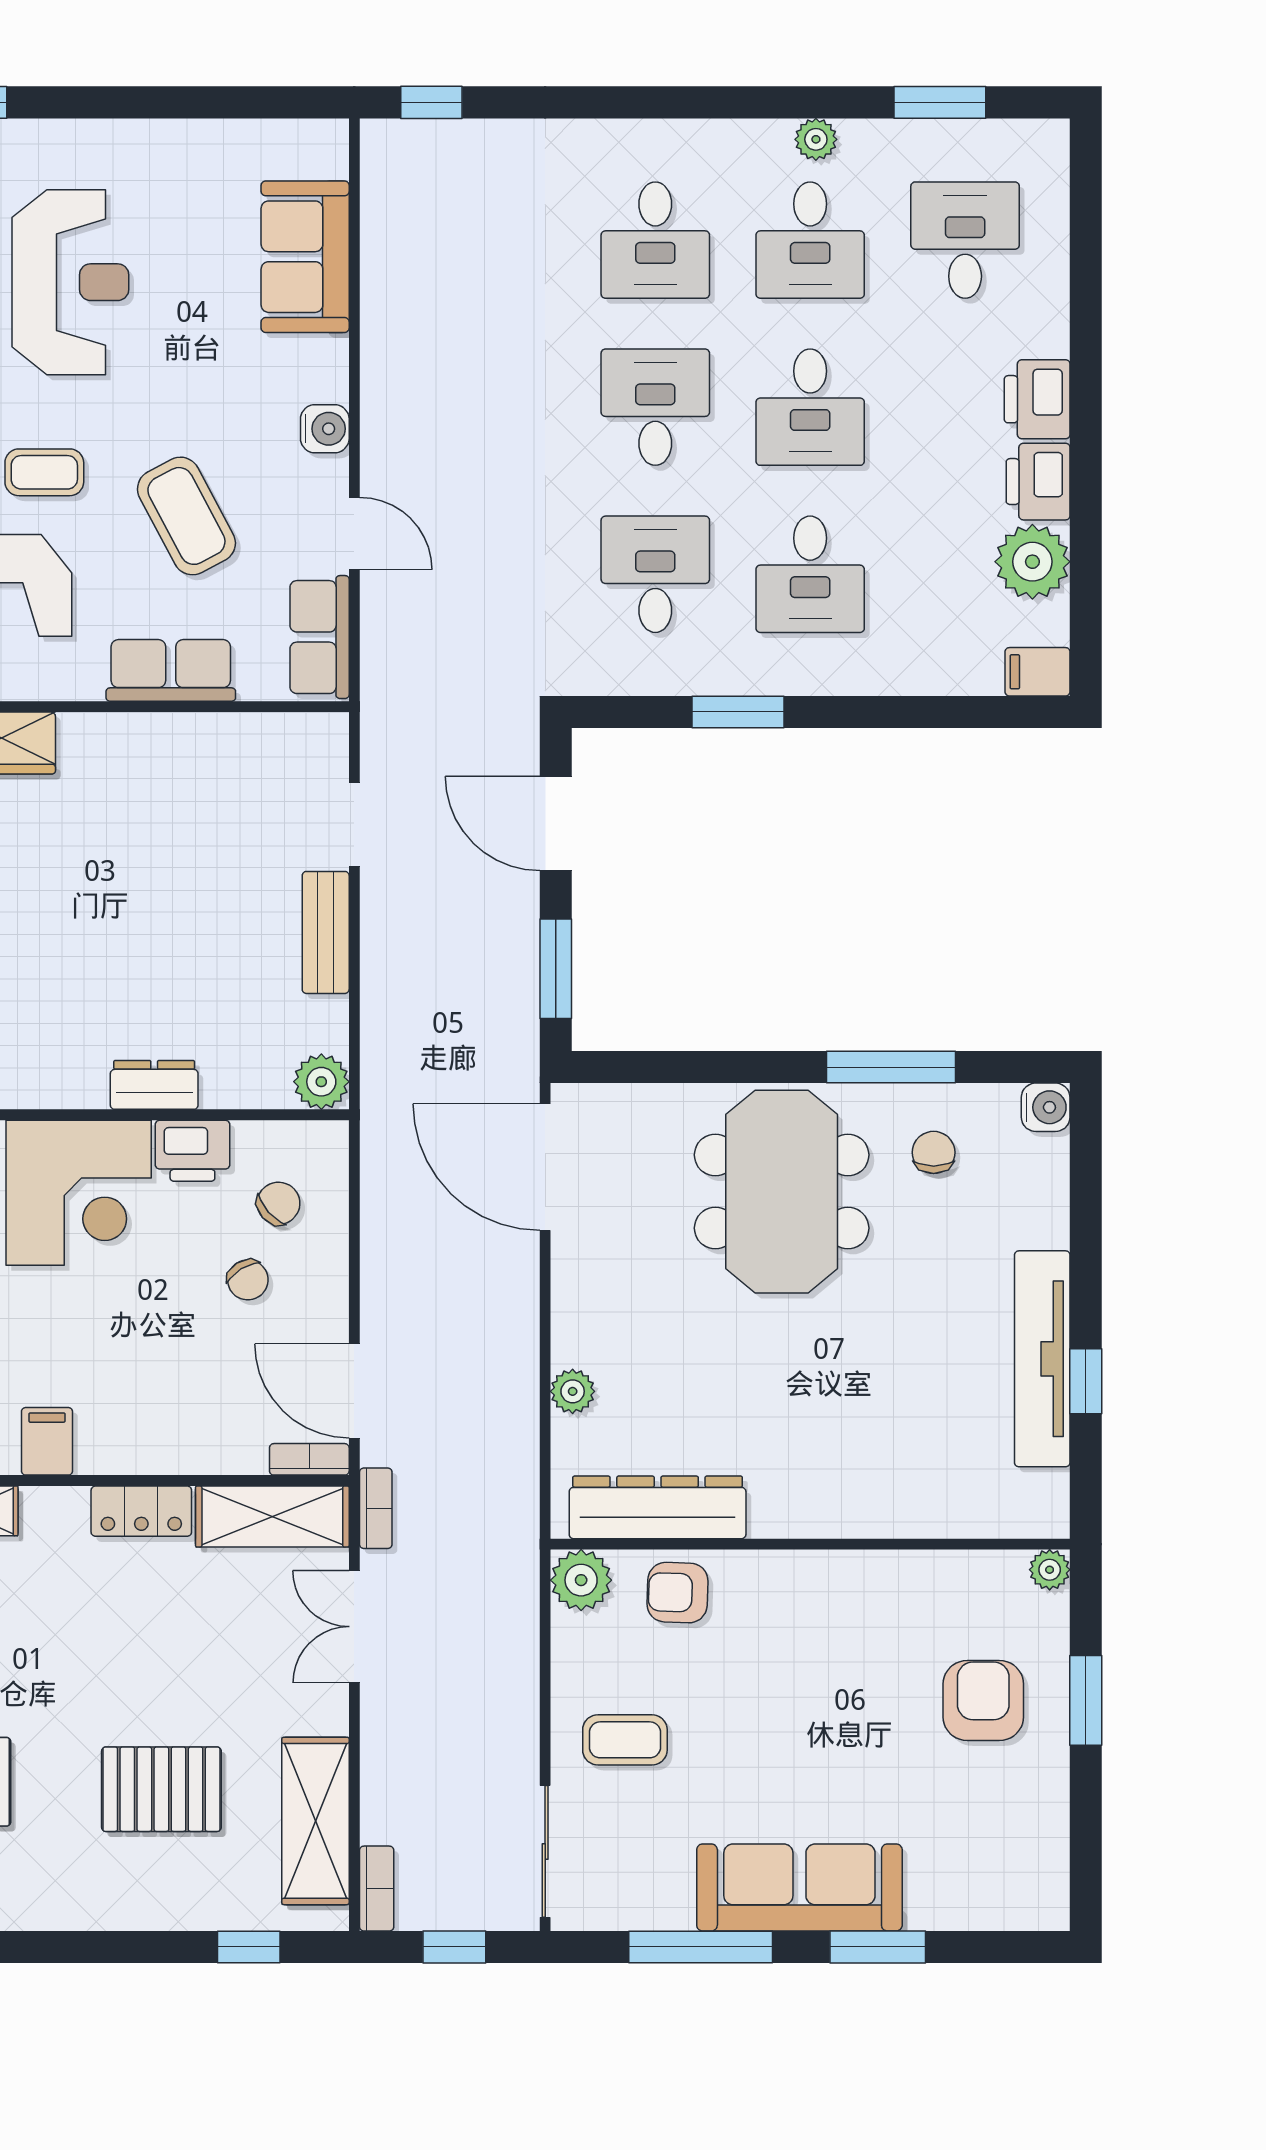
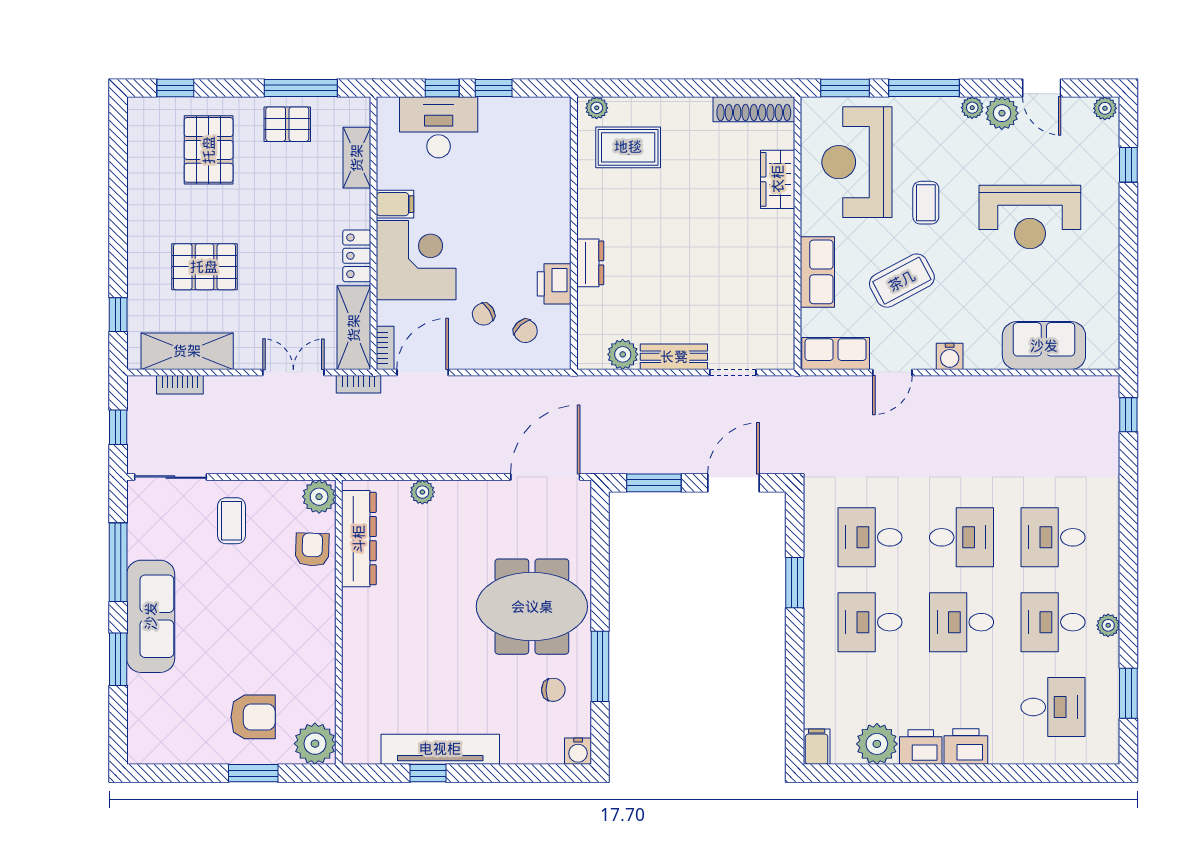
desk: (655, 574) -> (870, 537), turned 180
plant: (321, 1082) -> (623, 354), moved
corner desk: (79, 1193) -> (416, 260), moved, turned 180
plant: (1050, 1570) -> (315, 744), width x1.88, depth x1.88
pallet: (161, 1789) -> (204, 267), turned 90
bookcase: (377, 1889) -> (180, 385), moved

